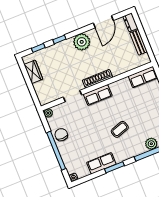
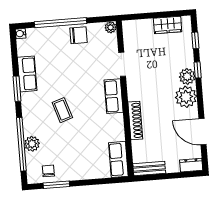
bench: (139, 42) -> (149, 169), moved
plant: (67, 46) -> (187, 76), added
shoe rack: (98, 79) -> (135, 121), moved

